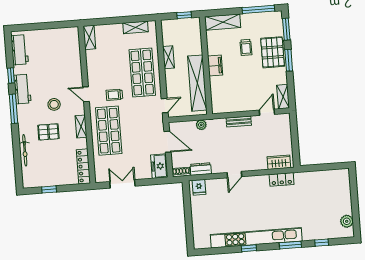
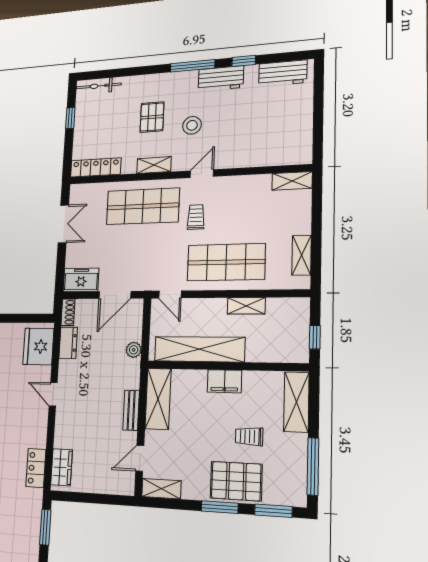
shelving: (230, 105) -> (158, 399), added
door: (267, 112) -> (140, 458), swing flipped
bicycle: (25, 150) -> (99, 86), moved
window: (317, 168) -> (45, 527), added
fridge: (199, 187) -> (38, 346), width x1.88, depth x1.34

